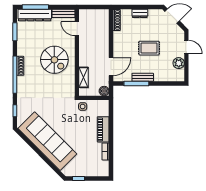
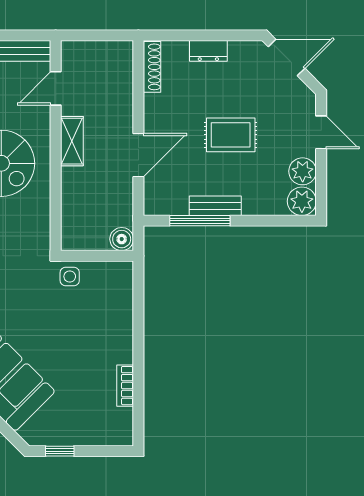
door: (77, 29) -> (56, 88), hinge flipped
door: (111, 67) -> (138, 155), moved
plant: (178, 75) -> (302, 201), added
shelving: (84, 77) -> (72, 141), moved
piano: (103, 129) -> (120, 332), removed

